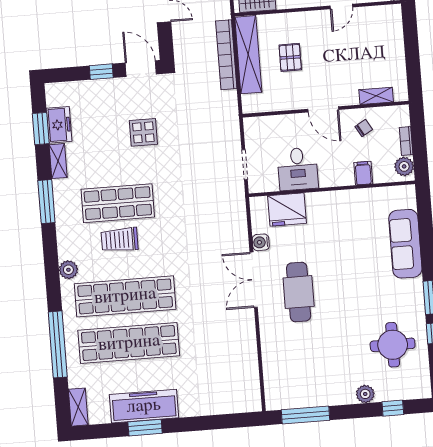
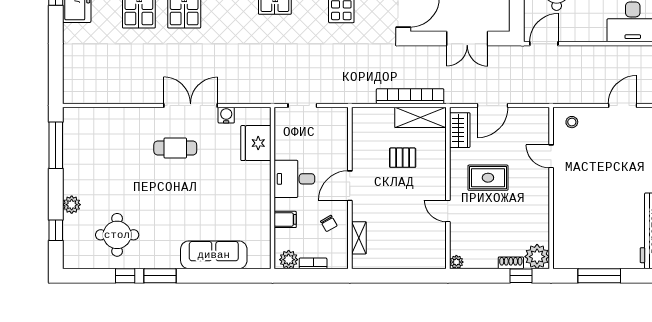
shelving: (248, 55) -> (420, 117), width x0.68
desk: (298, 169) -> (294, 179), moved
cafe table: (299, 292) -> (175, 148), width x0.73, depth x0.74

